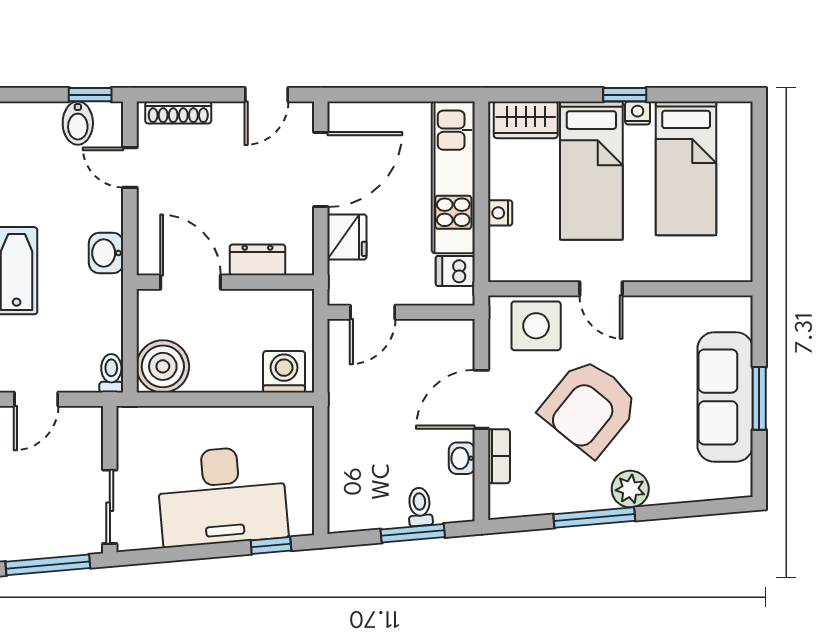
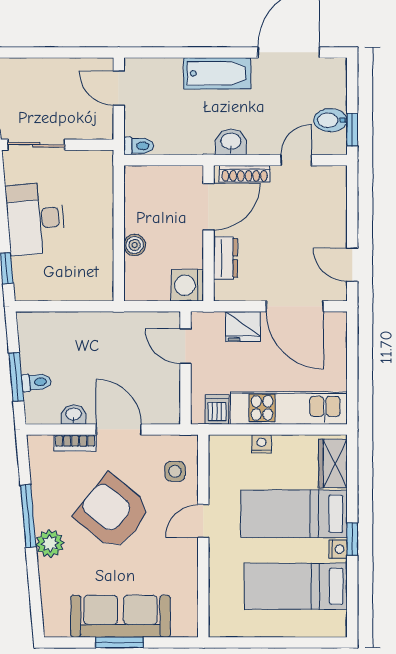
shoe rack: (178, 112) -> (245, 174), moved, turned -90
side table: (536, 326) -> (175, 471), width x0.54, depth x0.54
boiler: (163, 366) -> (135, 245), moved, width x0.54, depth x0.54
washing machine: (284, 372) -> (187, 285), moved, turned 180
desk: (222, 496) -> (35, 219), width x0.73, depth x0.77

